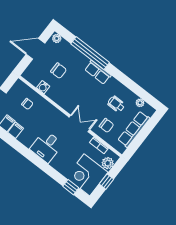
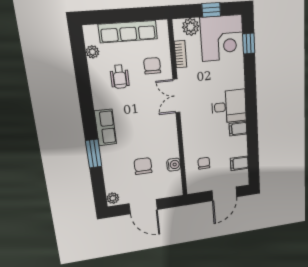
window: (90, 53) -> (94, 154), width x0.47
filing cabinet: (16, 130) -> (238, 129), moved

